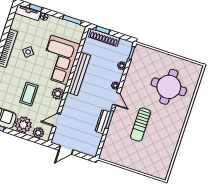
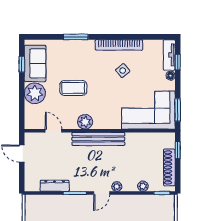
shoe rack: (104, 38) -> (169, 167), moved
corner sofa: (59, 60) -> (148, 110), moved
bench: (79, 74) -> (98, 139), moved
dresser: (103, 122) -> (55, 186), moved
plant: (38, 133) -> (31, 114), removed

